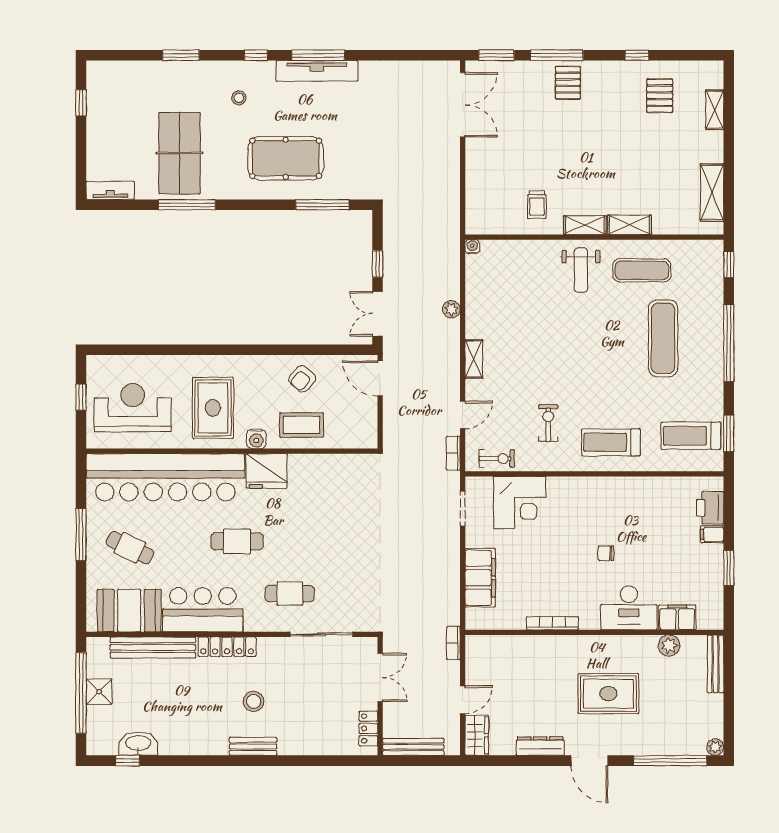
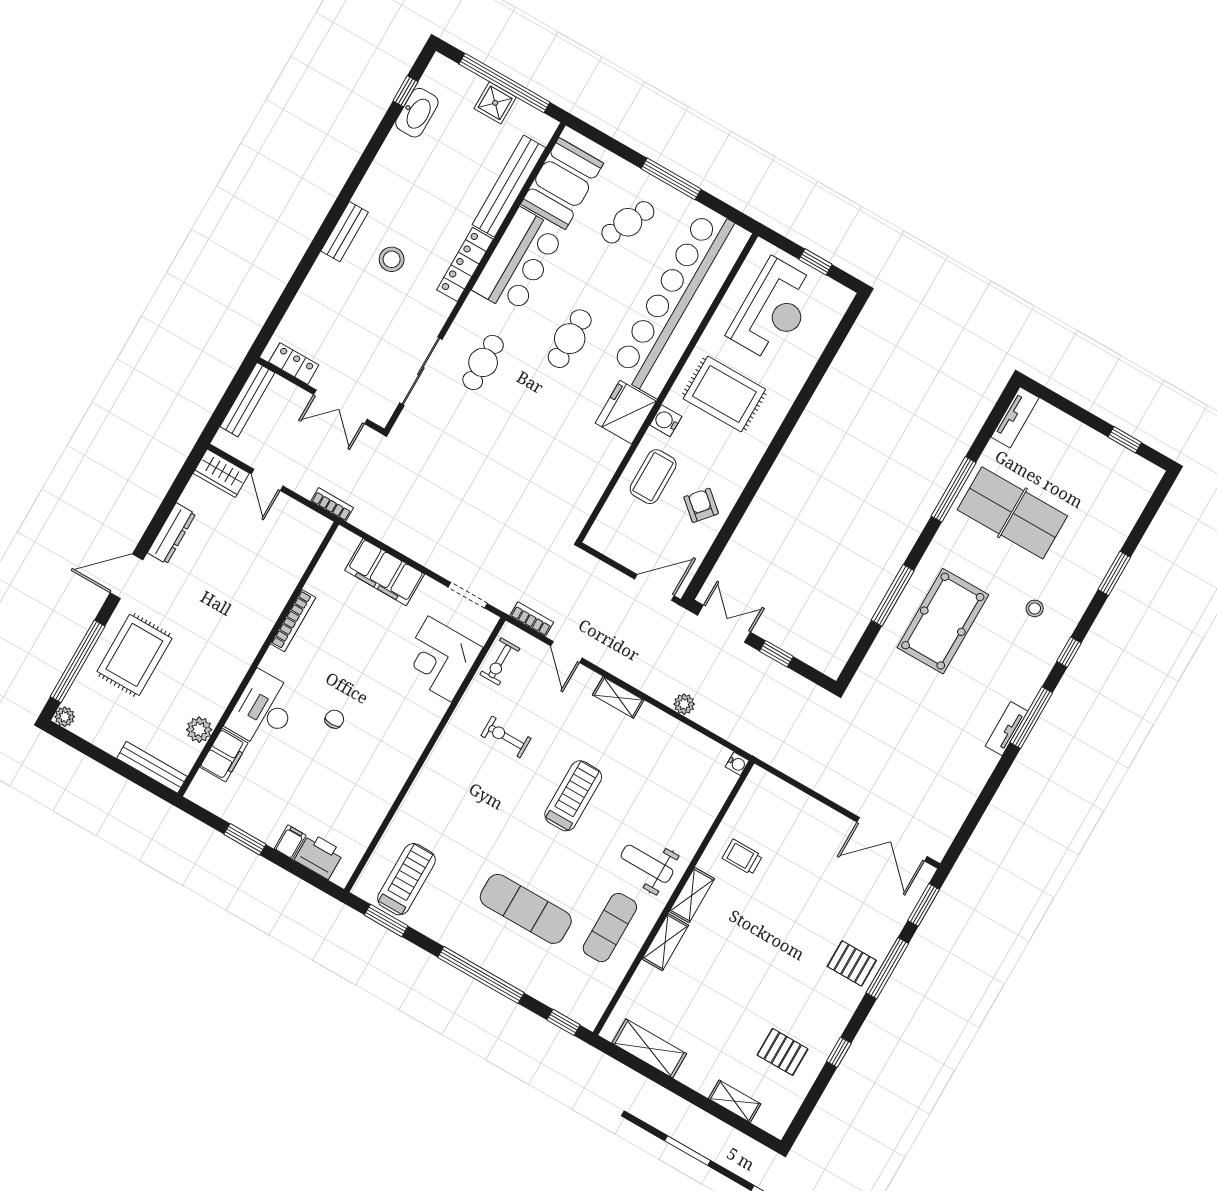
tv unit: (317, 71) -> (1006, 729), width x0.52, depth x0.78
window: (322, 205) -> (893, 595), moved
exercise bike: (548, 423) -> (506, 737), turned 180
treadmill: (611, 442) -> (573, 796), moved
rug: (608, 694) -> (134, 655), moved

